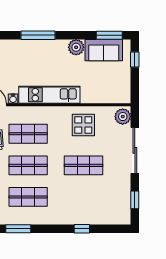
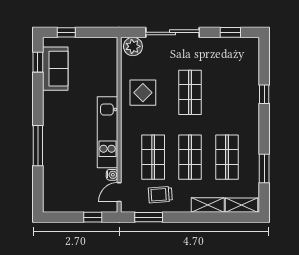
window: (109, 35) -> (38, 62), width x0.67
plant: (76, 47) -> (52, 101), removed

